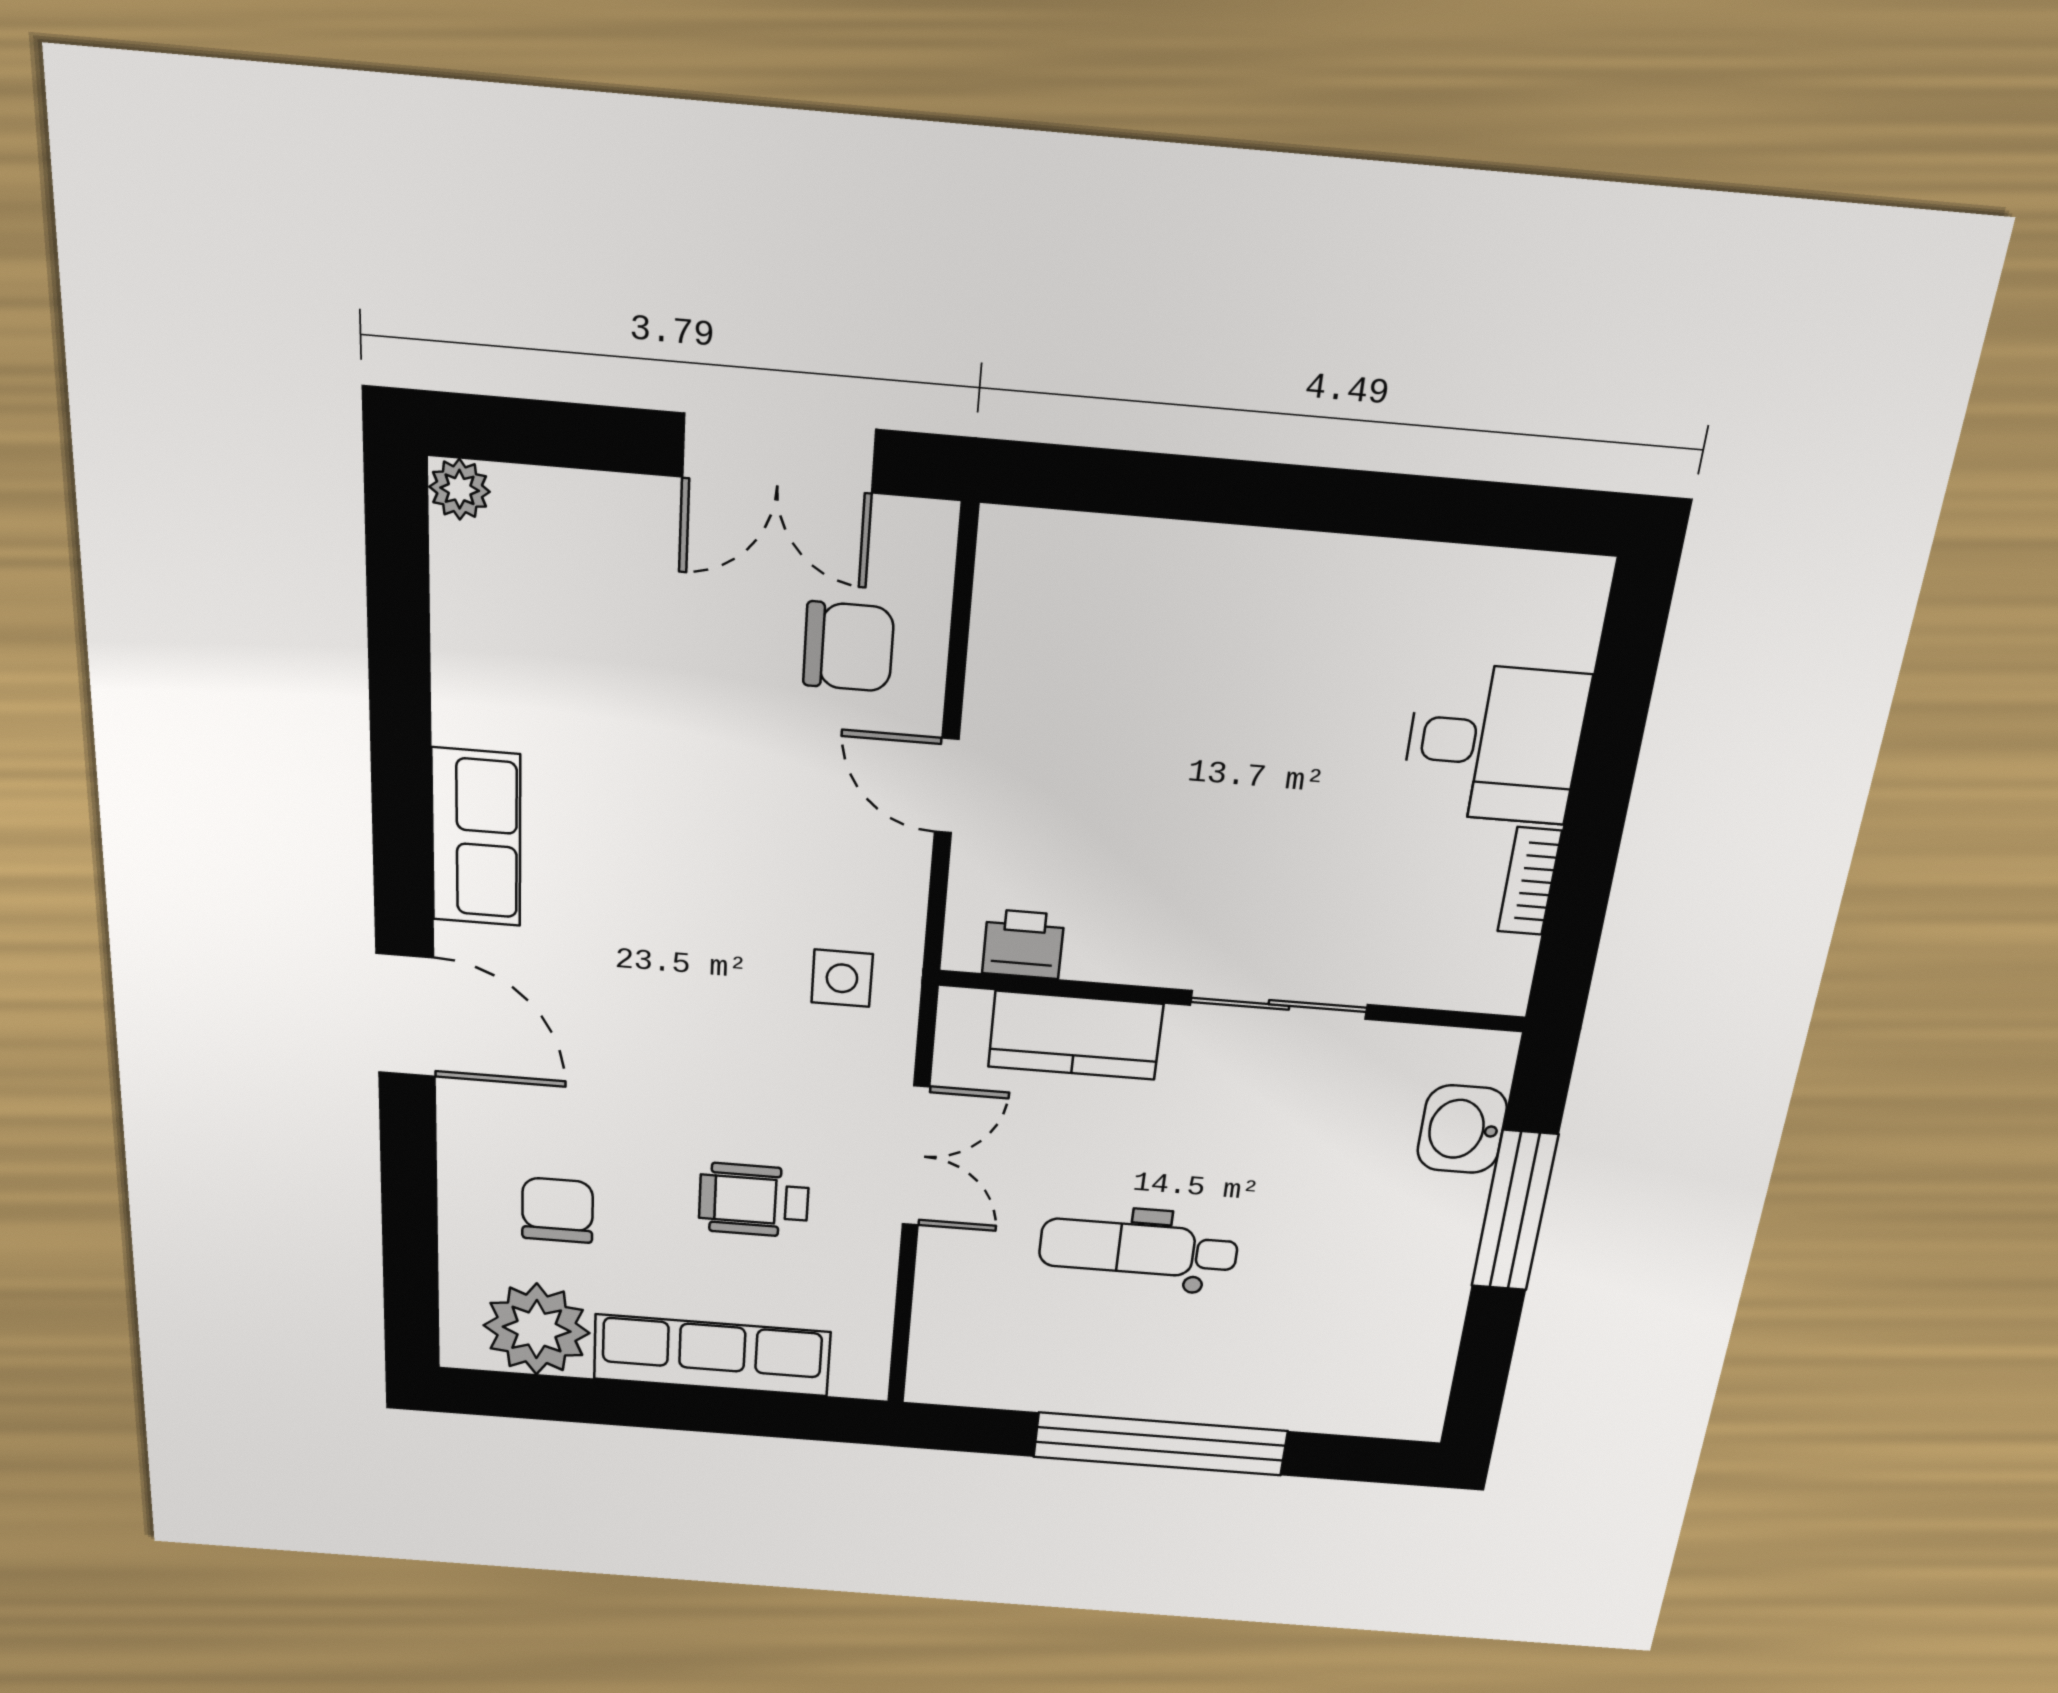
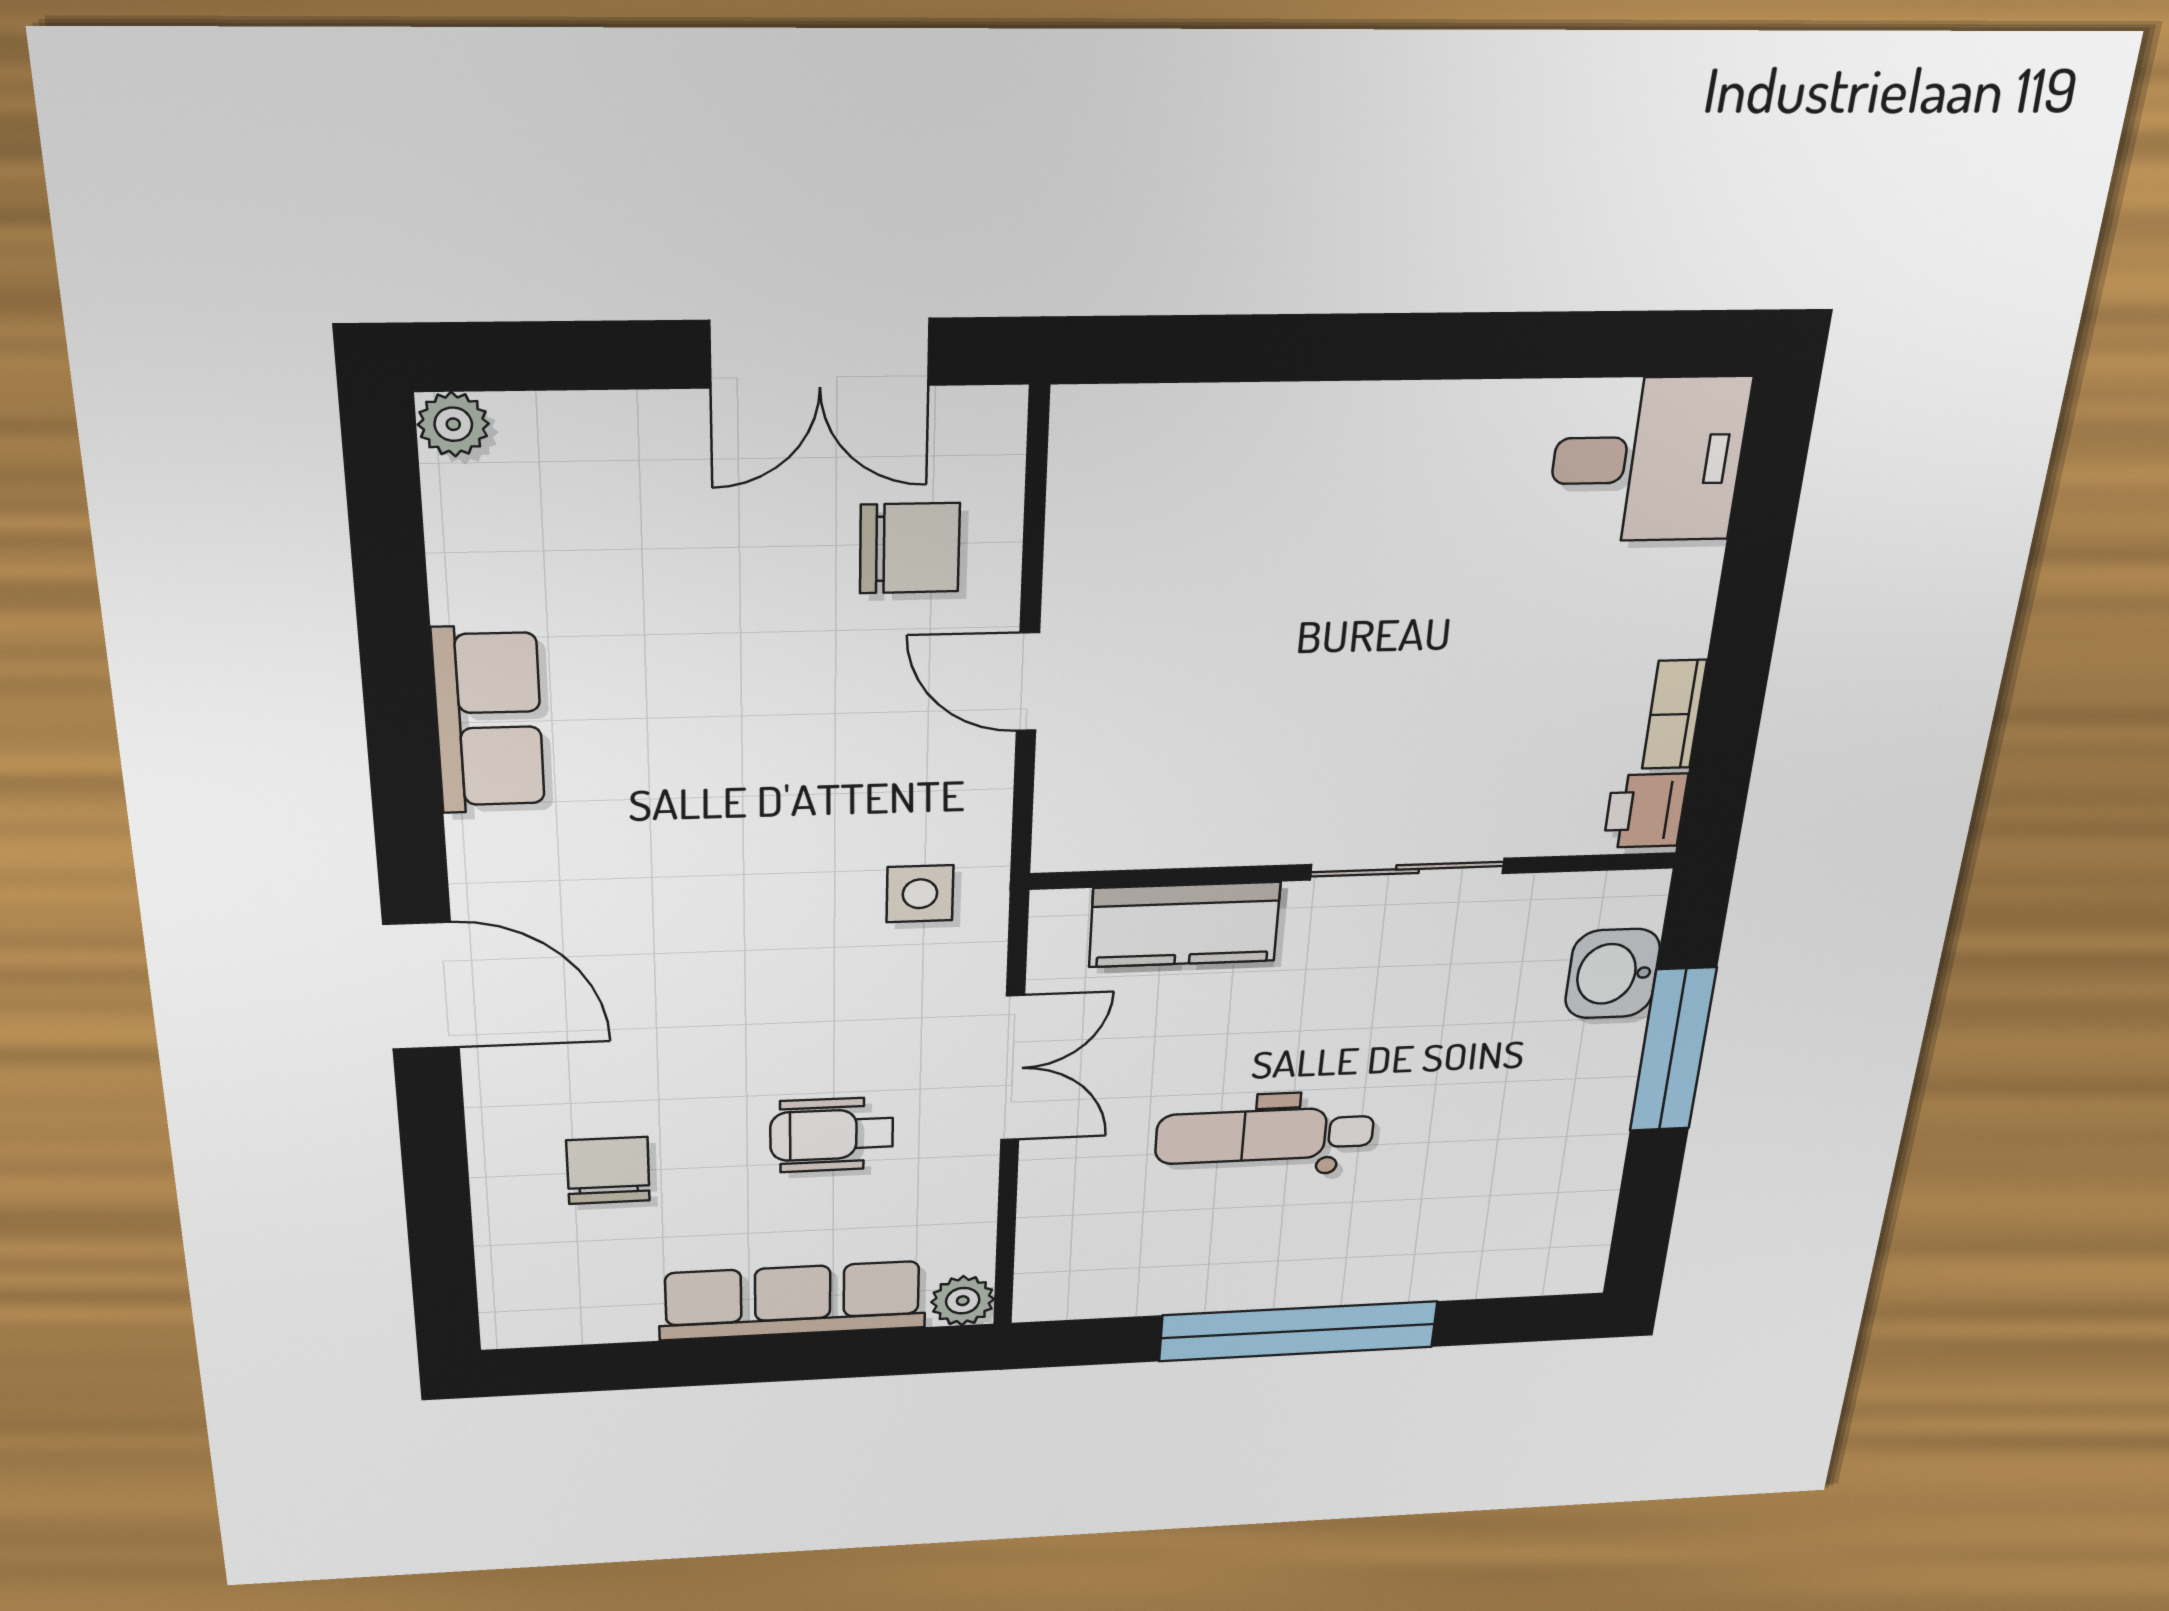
desk: (1494, 743) -> (1647, 460), moved
row of seats: (476, 838) -> (489, 720), moved
printer: (1023, 944) -> (1645, 811), moved, turned -90
plant: (537, 1329) -> (963, 1301), moved, width x0.53, depth x0.53

